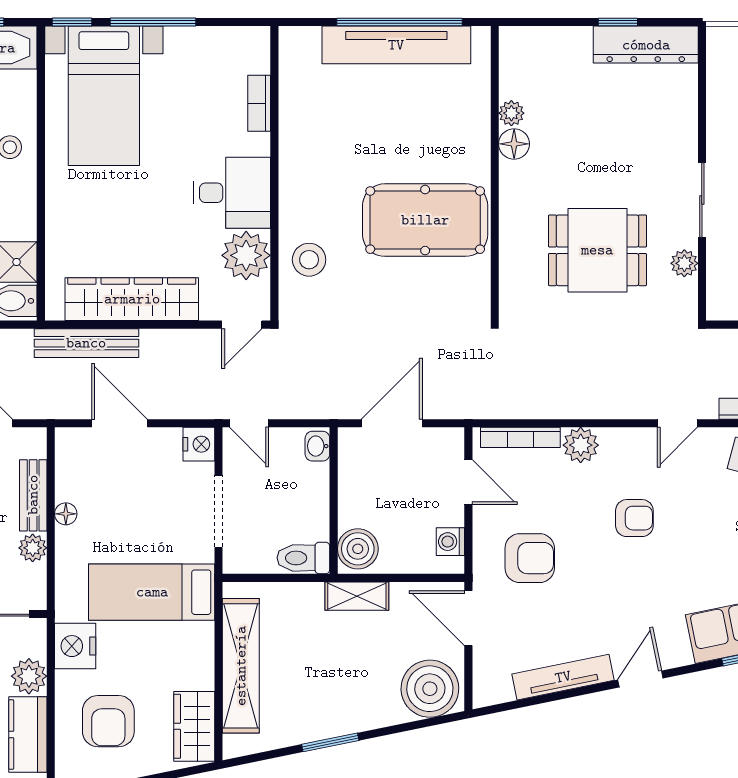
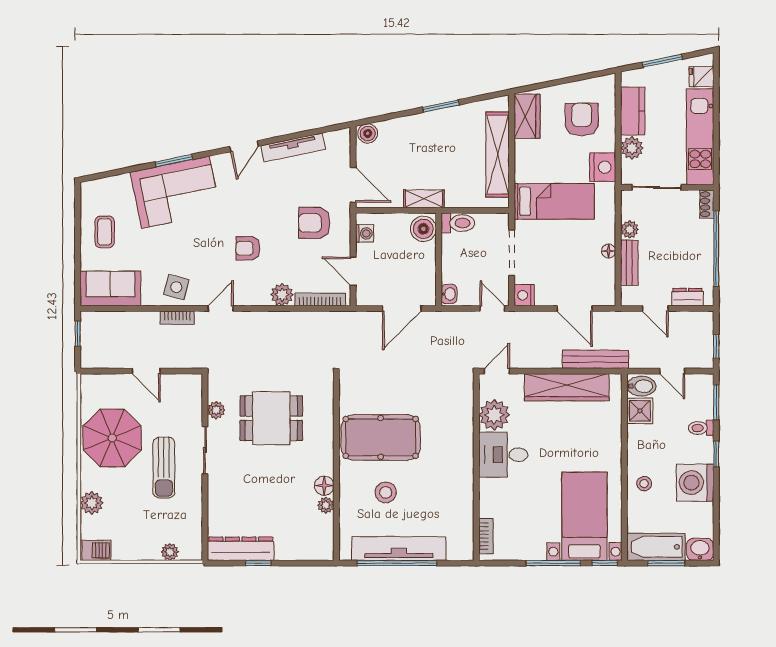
bookcase: (259, 103) -> (486, 536), moved
stool: (309, 260) -> (386, 492), moved
boiler: (430, 689) -> (368, 134), width x0.54, depth x0.54

